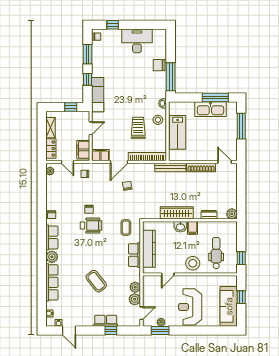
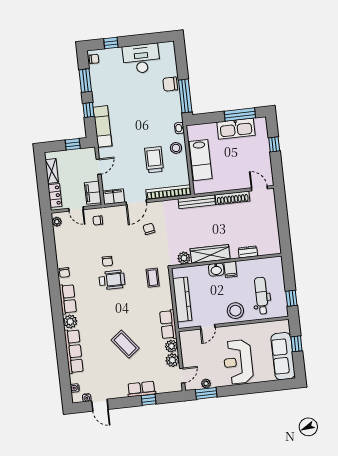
window: (241, 126) -> (274, 144), width x0.46
plant: (232, 214) -> (184, 258), moved
row of seats: (135, 255) -> (168, 325), moved

